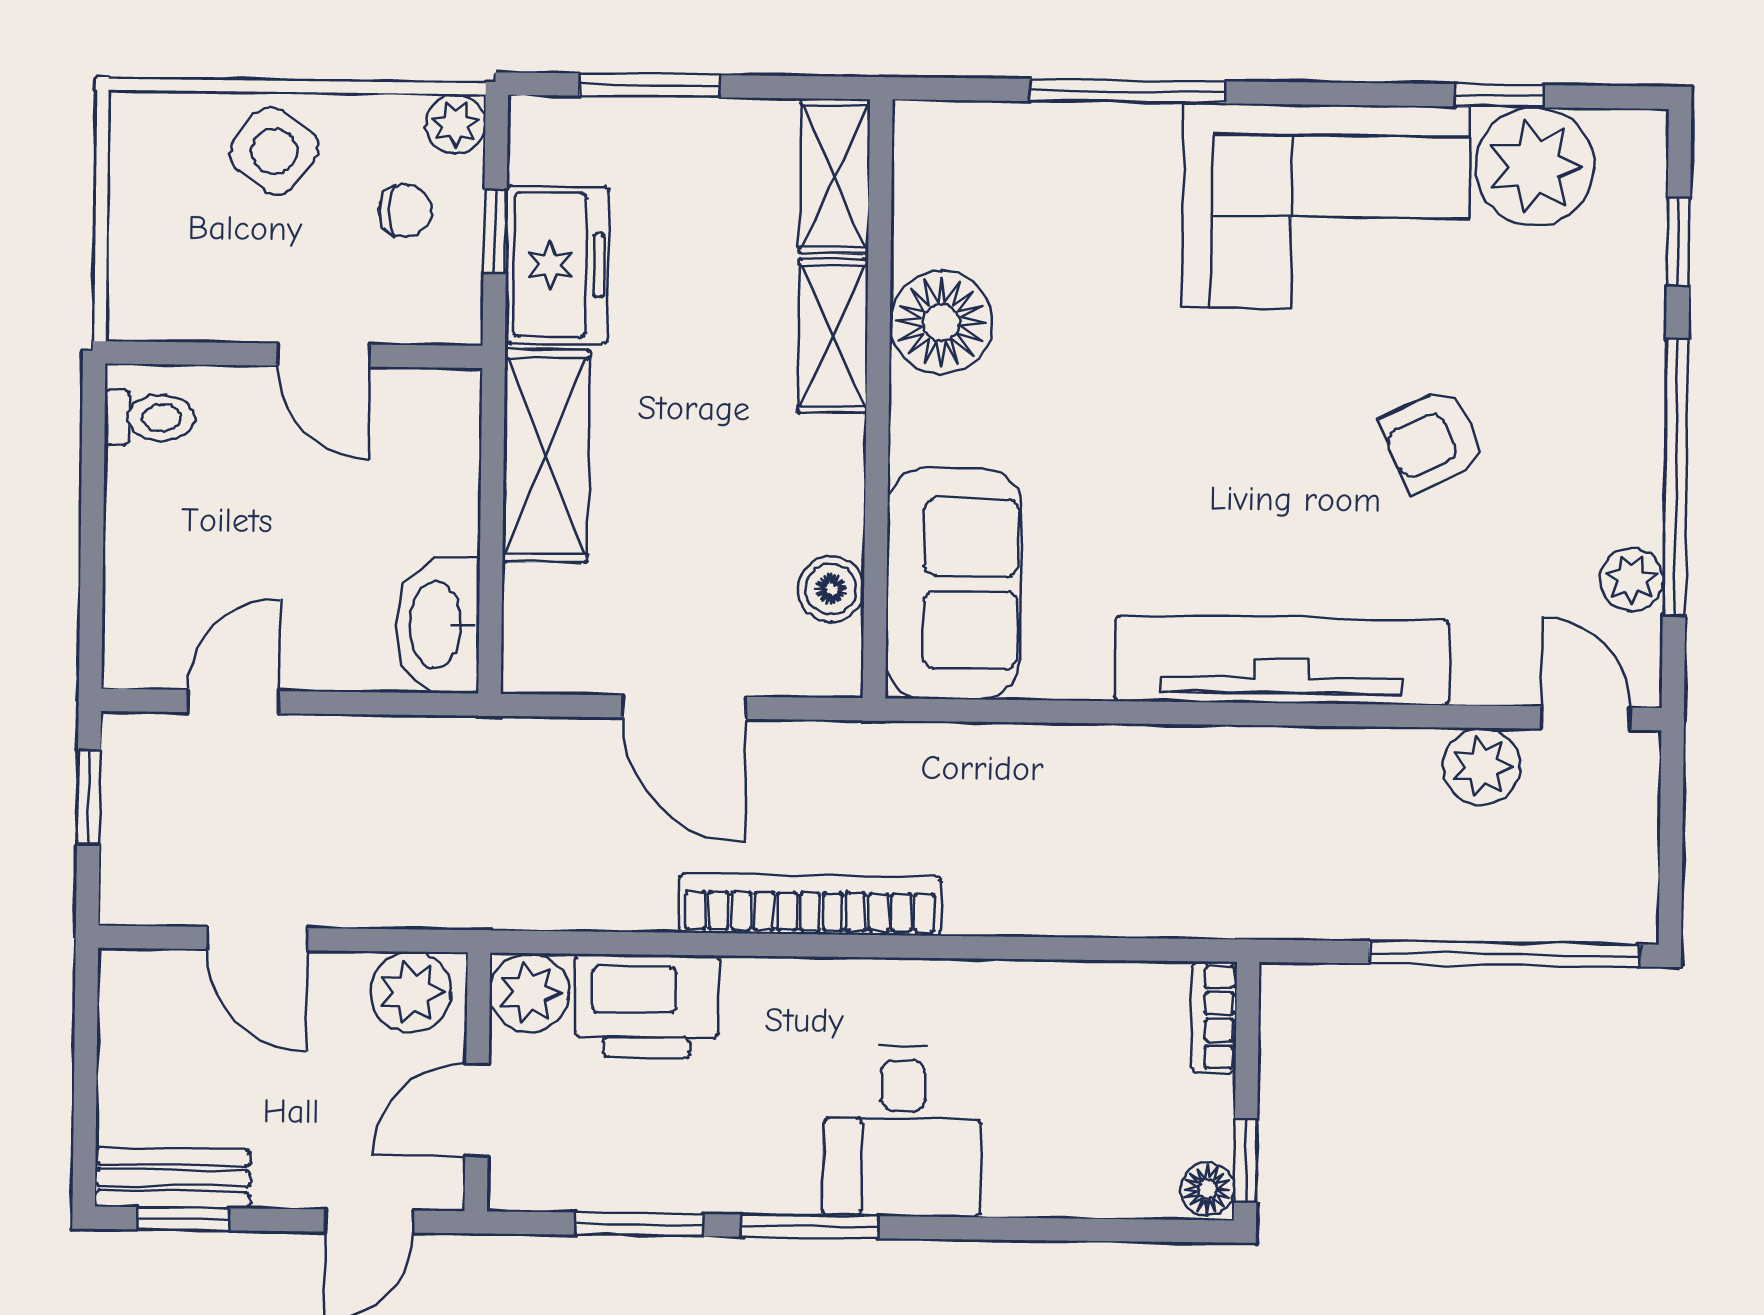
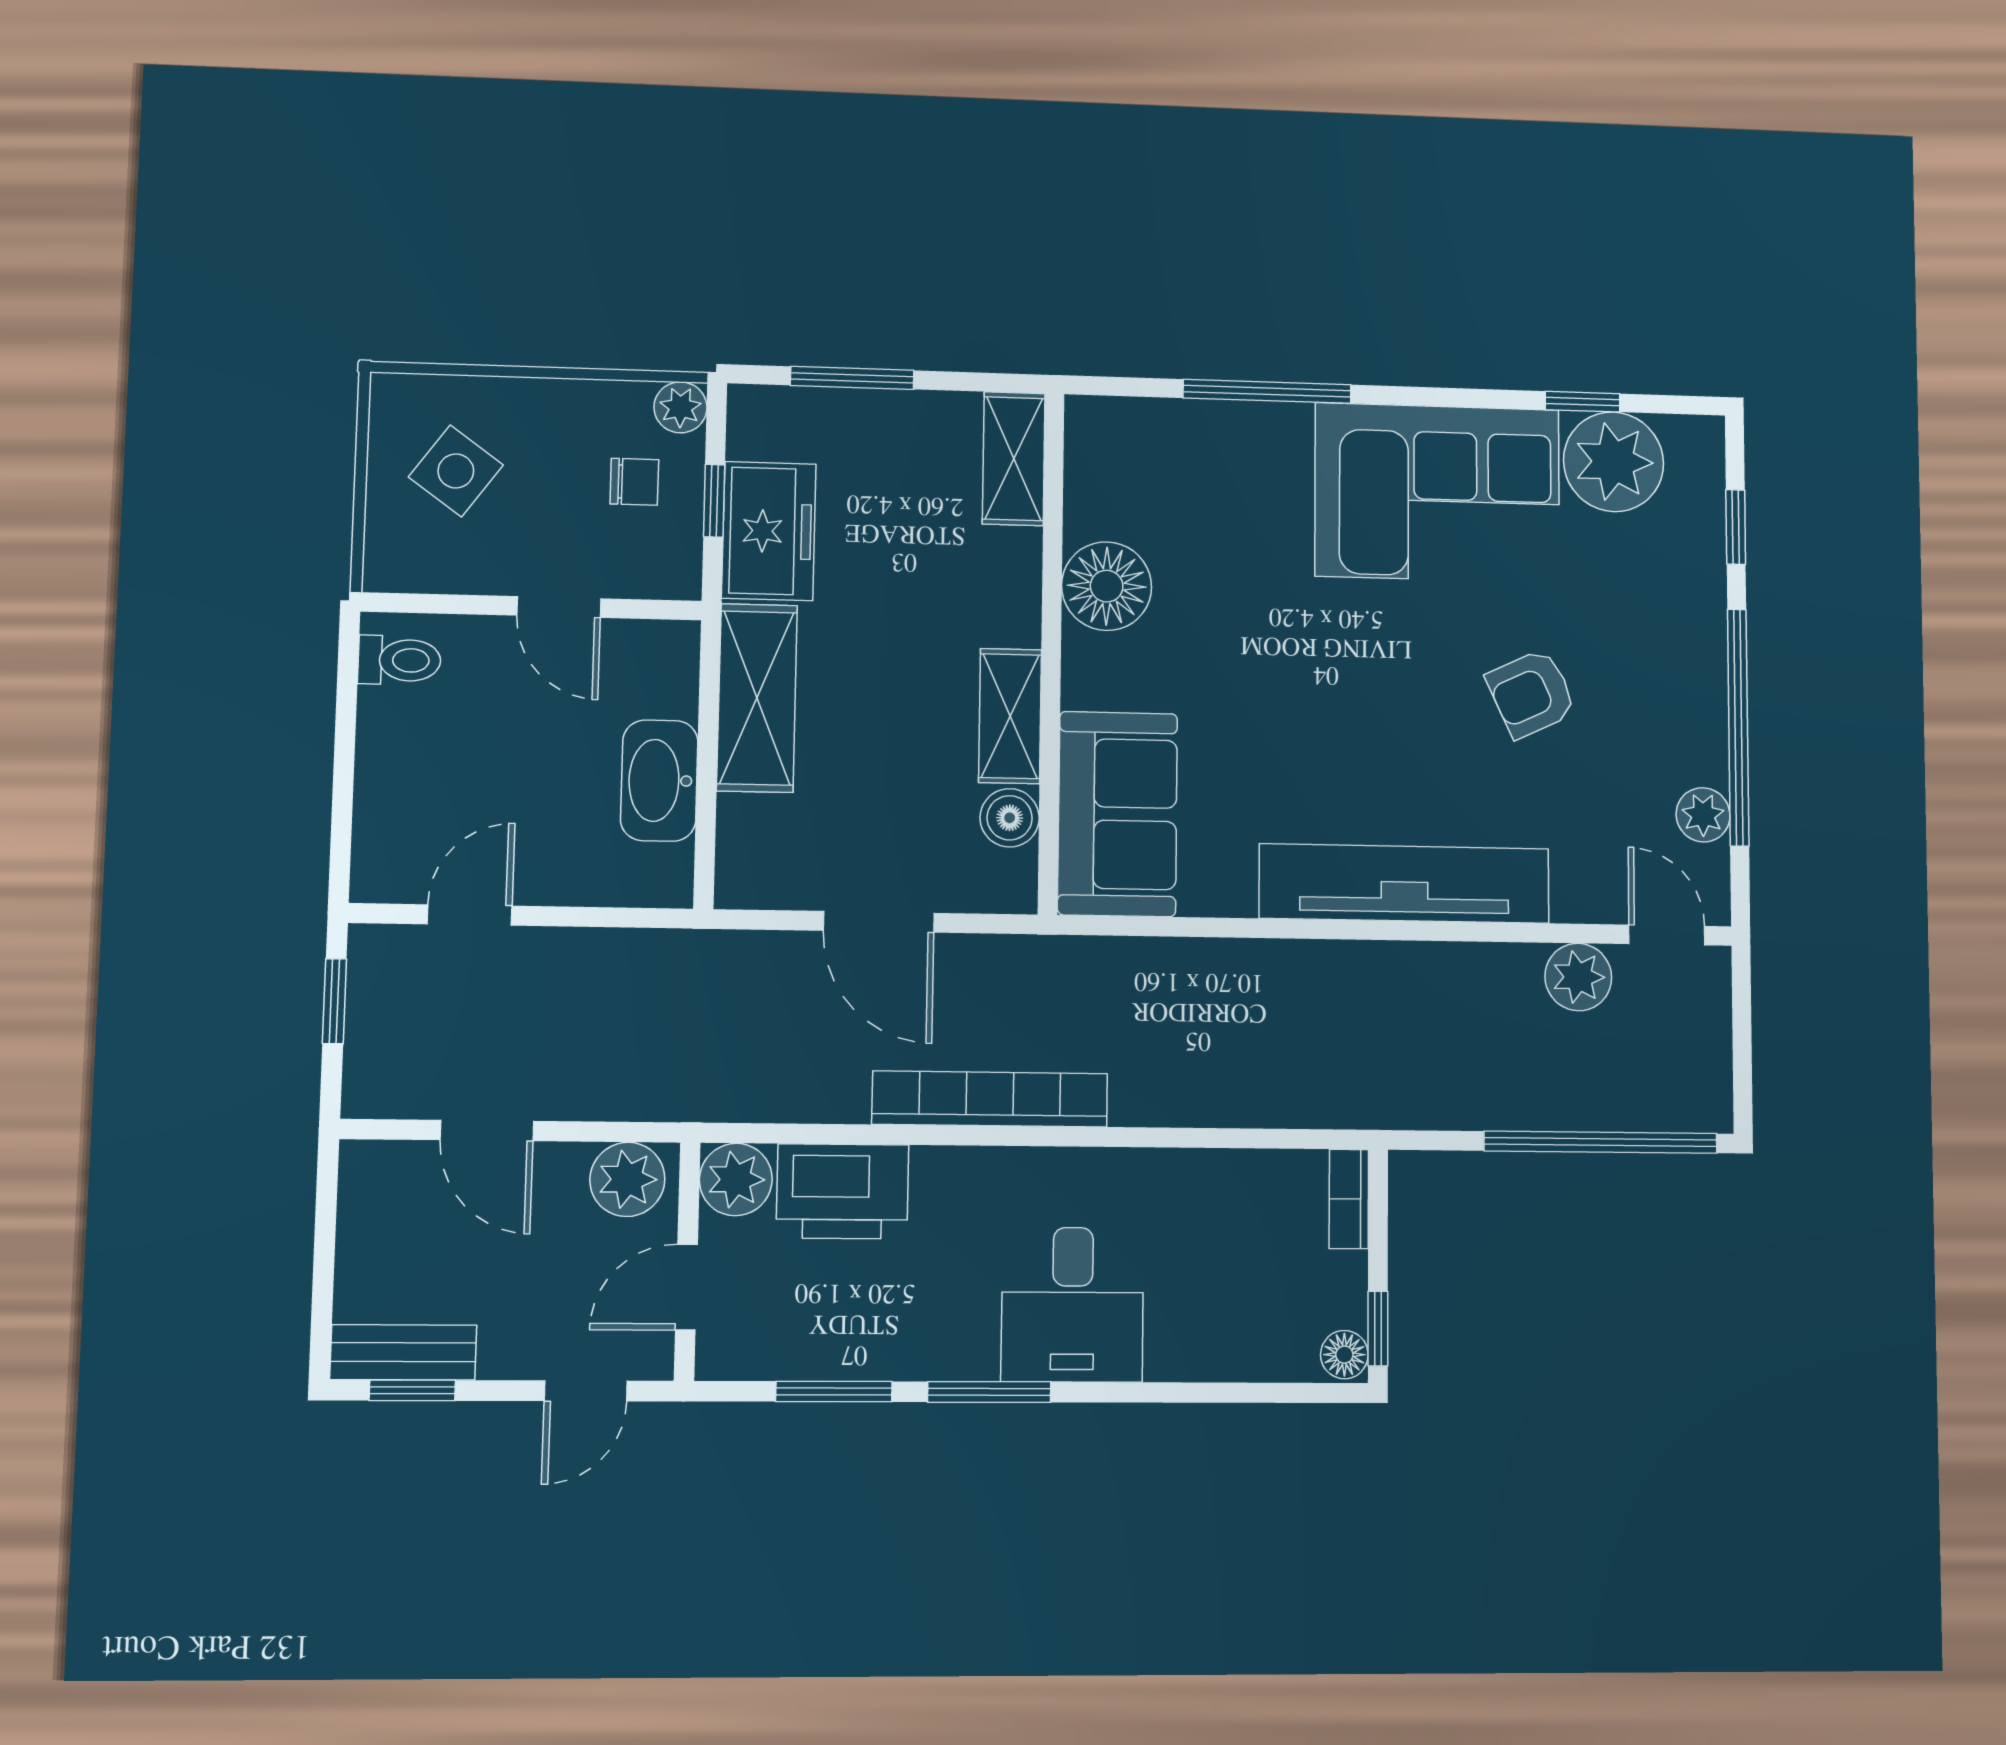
side table: (274, 151) -> (456, 471), moved
shelving: (833, 336) -> (1010, 716), moved
washbasin: (438, 625) -> (659, 781), moved

